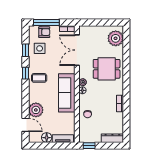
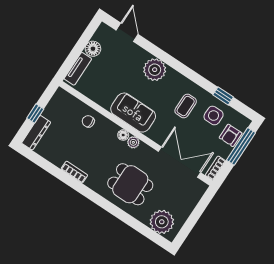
dining table: (107, 69) -> (130, 184), turned 90
window: (26, 73) -> (194, 76), removed
coffee table: (39, 78) -> (186, 106), moved
sofa: (67, 93) -> (133, 113), width x0.73
plant: (36, 110) -> (155, 70), moved
door: (26, 125) -> (127, 32), swing flipped
window: (89, 146) -> (35, 114), moved

